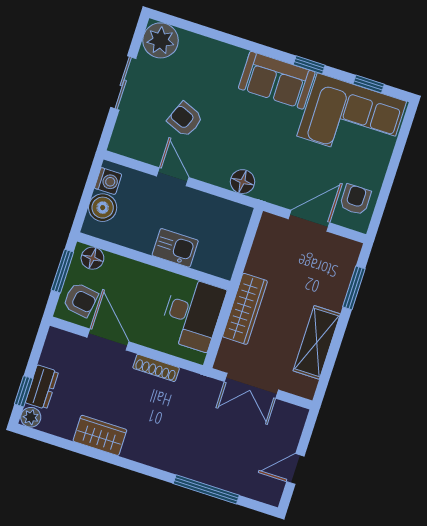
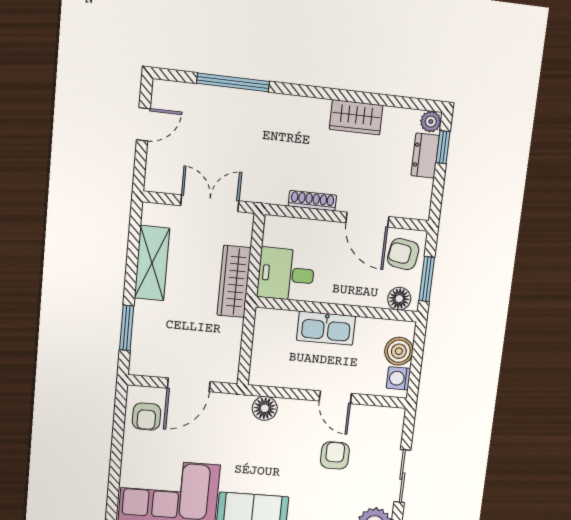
armchair: (185, 119) -> (335, 455), turned -112
kitchen sink: (175, 248) -> (326, 328), width x1.38
desk: (192, 314) -> (286, 274), width x0.73

